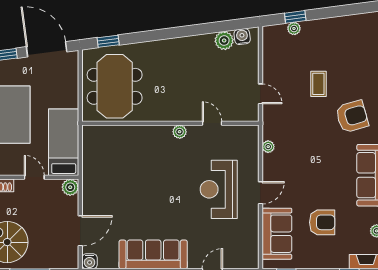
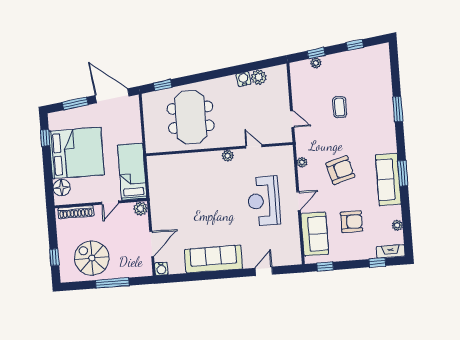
window: (342, 11) -> (355, 45), added
water cooler: (242, 37) -> (244, 79), moved
meeting table: (115, 86) -> (191, 117), moved
armchair: (352, 116) -> (340, 170), moved
door: (34, 177) -> (110, 203), swing flipped

